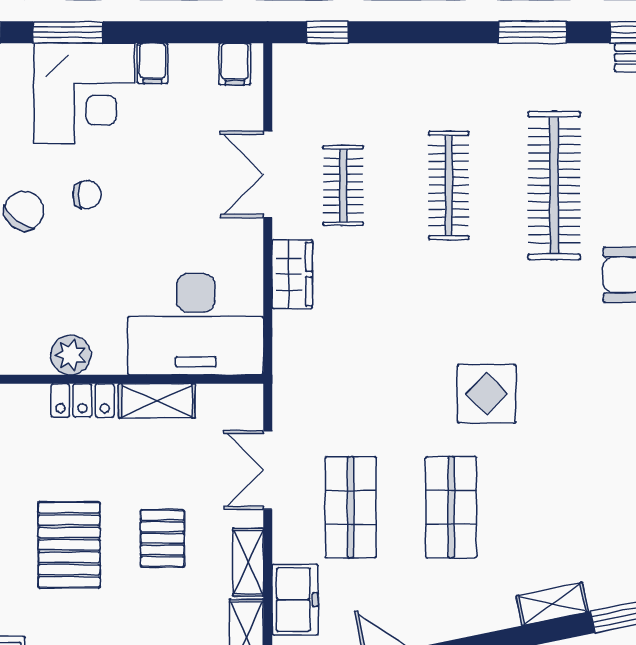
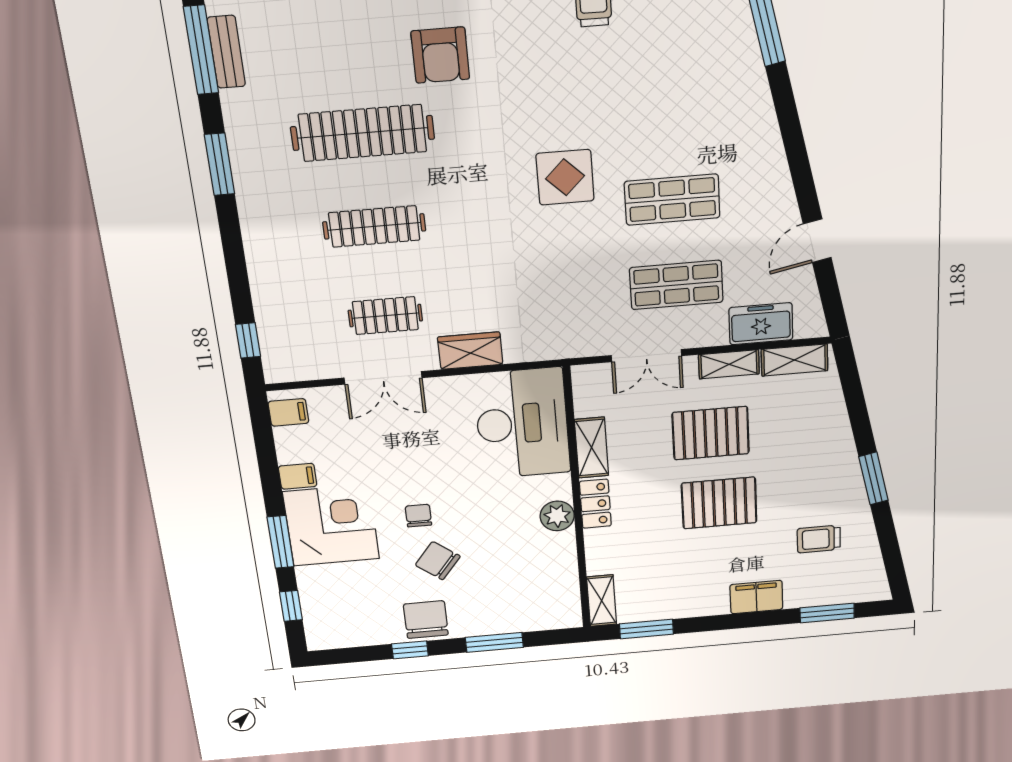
pallet: (162, 538) -> (711, 433), width x1.50, depth x1.42
shelving: (552, 604) -> (759, 102), removed

